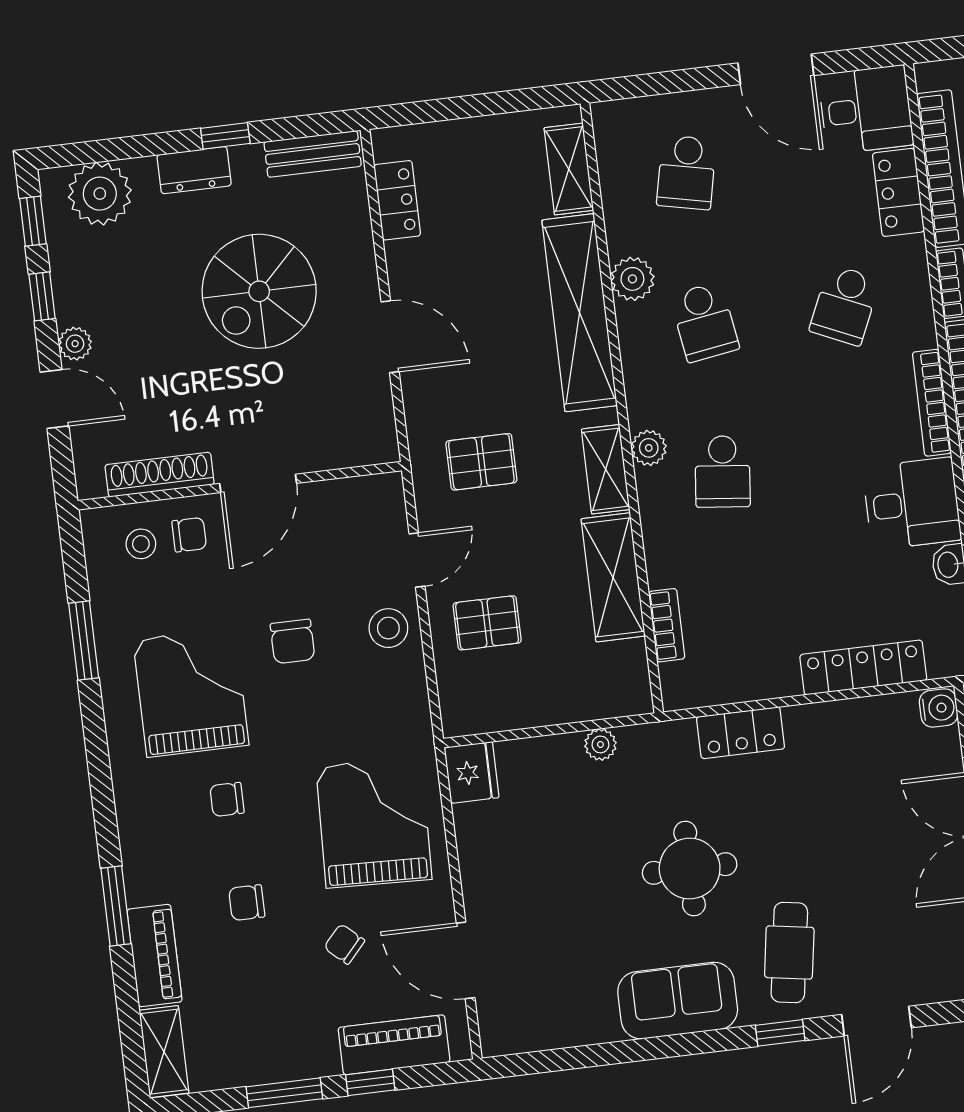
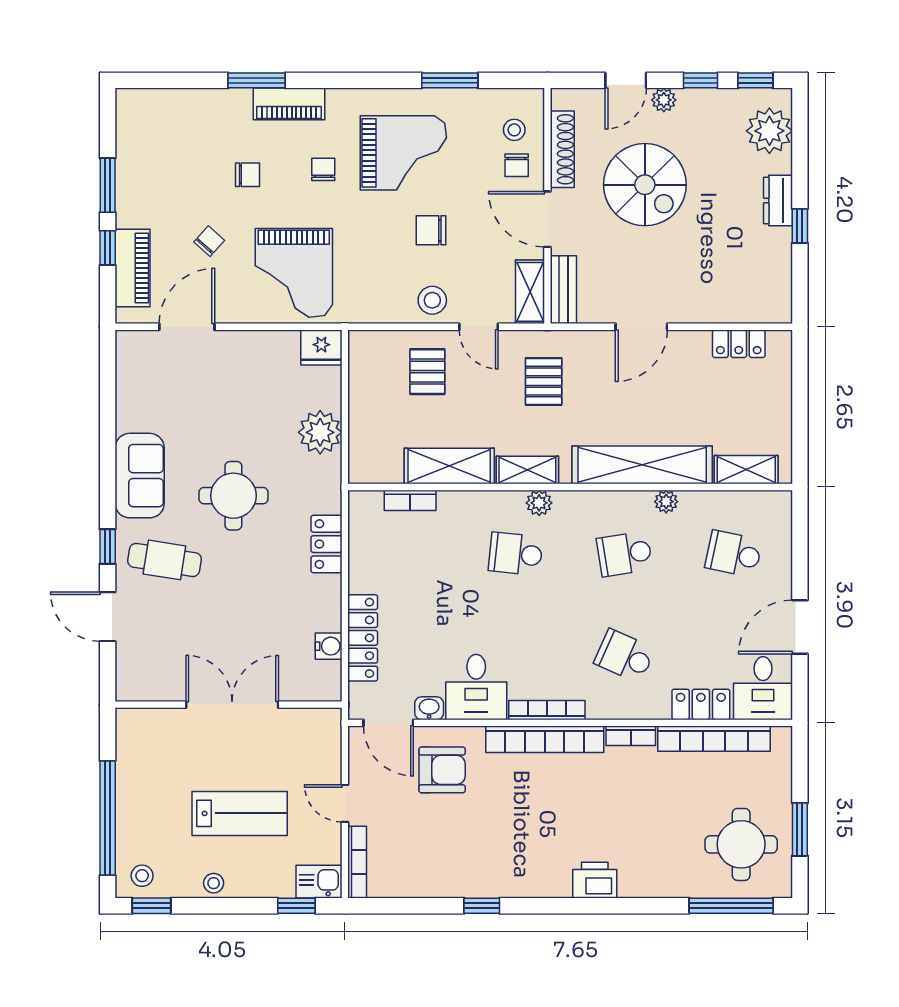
bench: (313, 154) -> (563, 290), moved
plant: (632, 279) -> (666, 502), width x0.73, depth x0.73
spiral stairs: (259, 291) -> (645, 185), moved, turned 180
water cooler: (939, 708) -> (329, 646), moved, turned -90
plant: (600, 744) -> (320, 432), width x1.88, depth x1.88
grand piano: (374, 823) -> (294, 273), turned 88
chair: (247, 903) -> (247, 175), turned 90
piano: (155, 956) -> (289, 104), moved
shelving: (164, 1052) -> (530, 292), moved, turned 90

